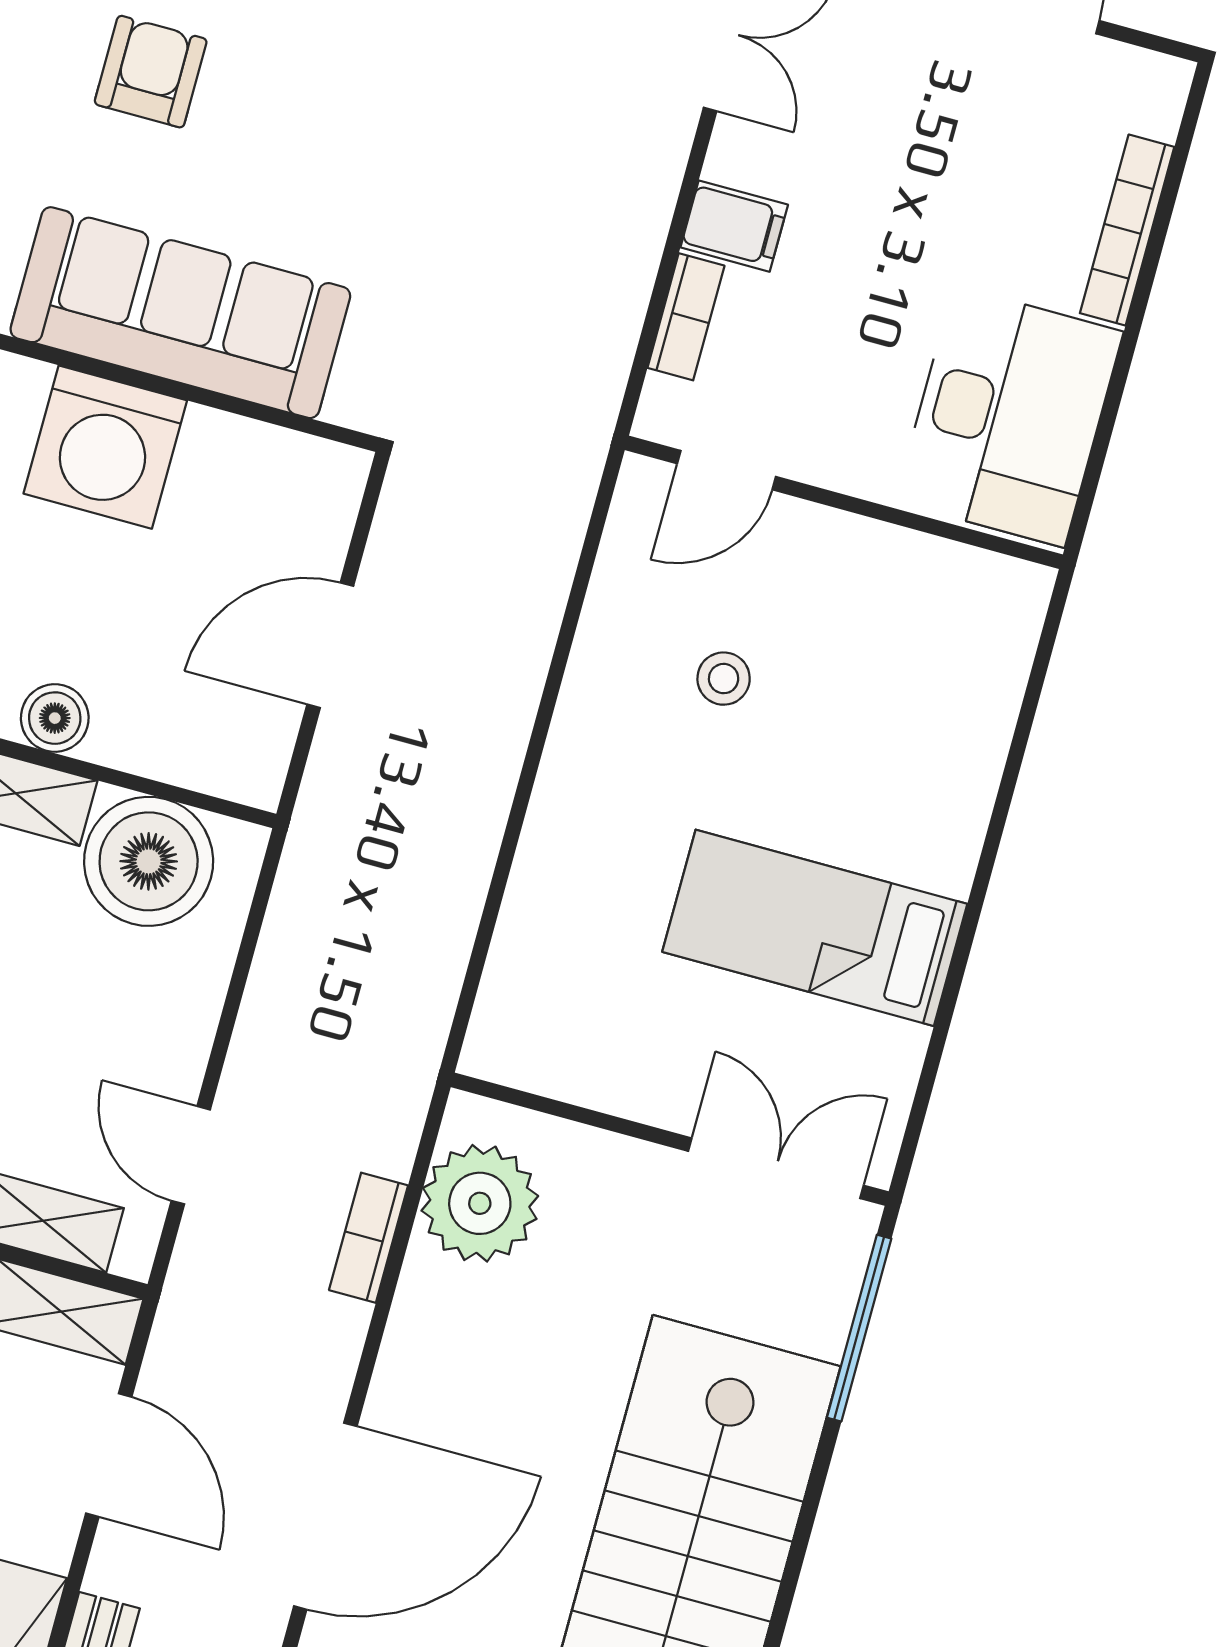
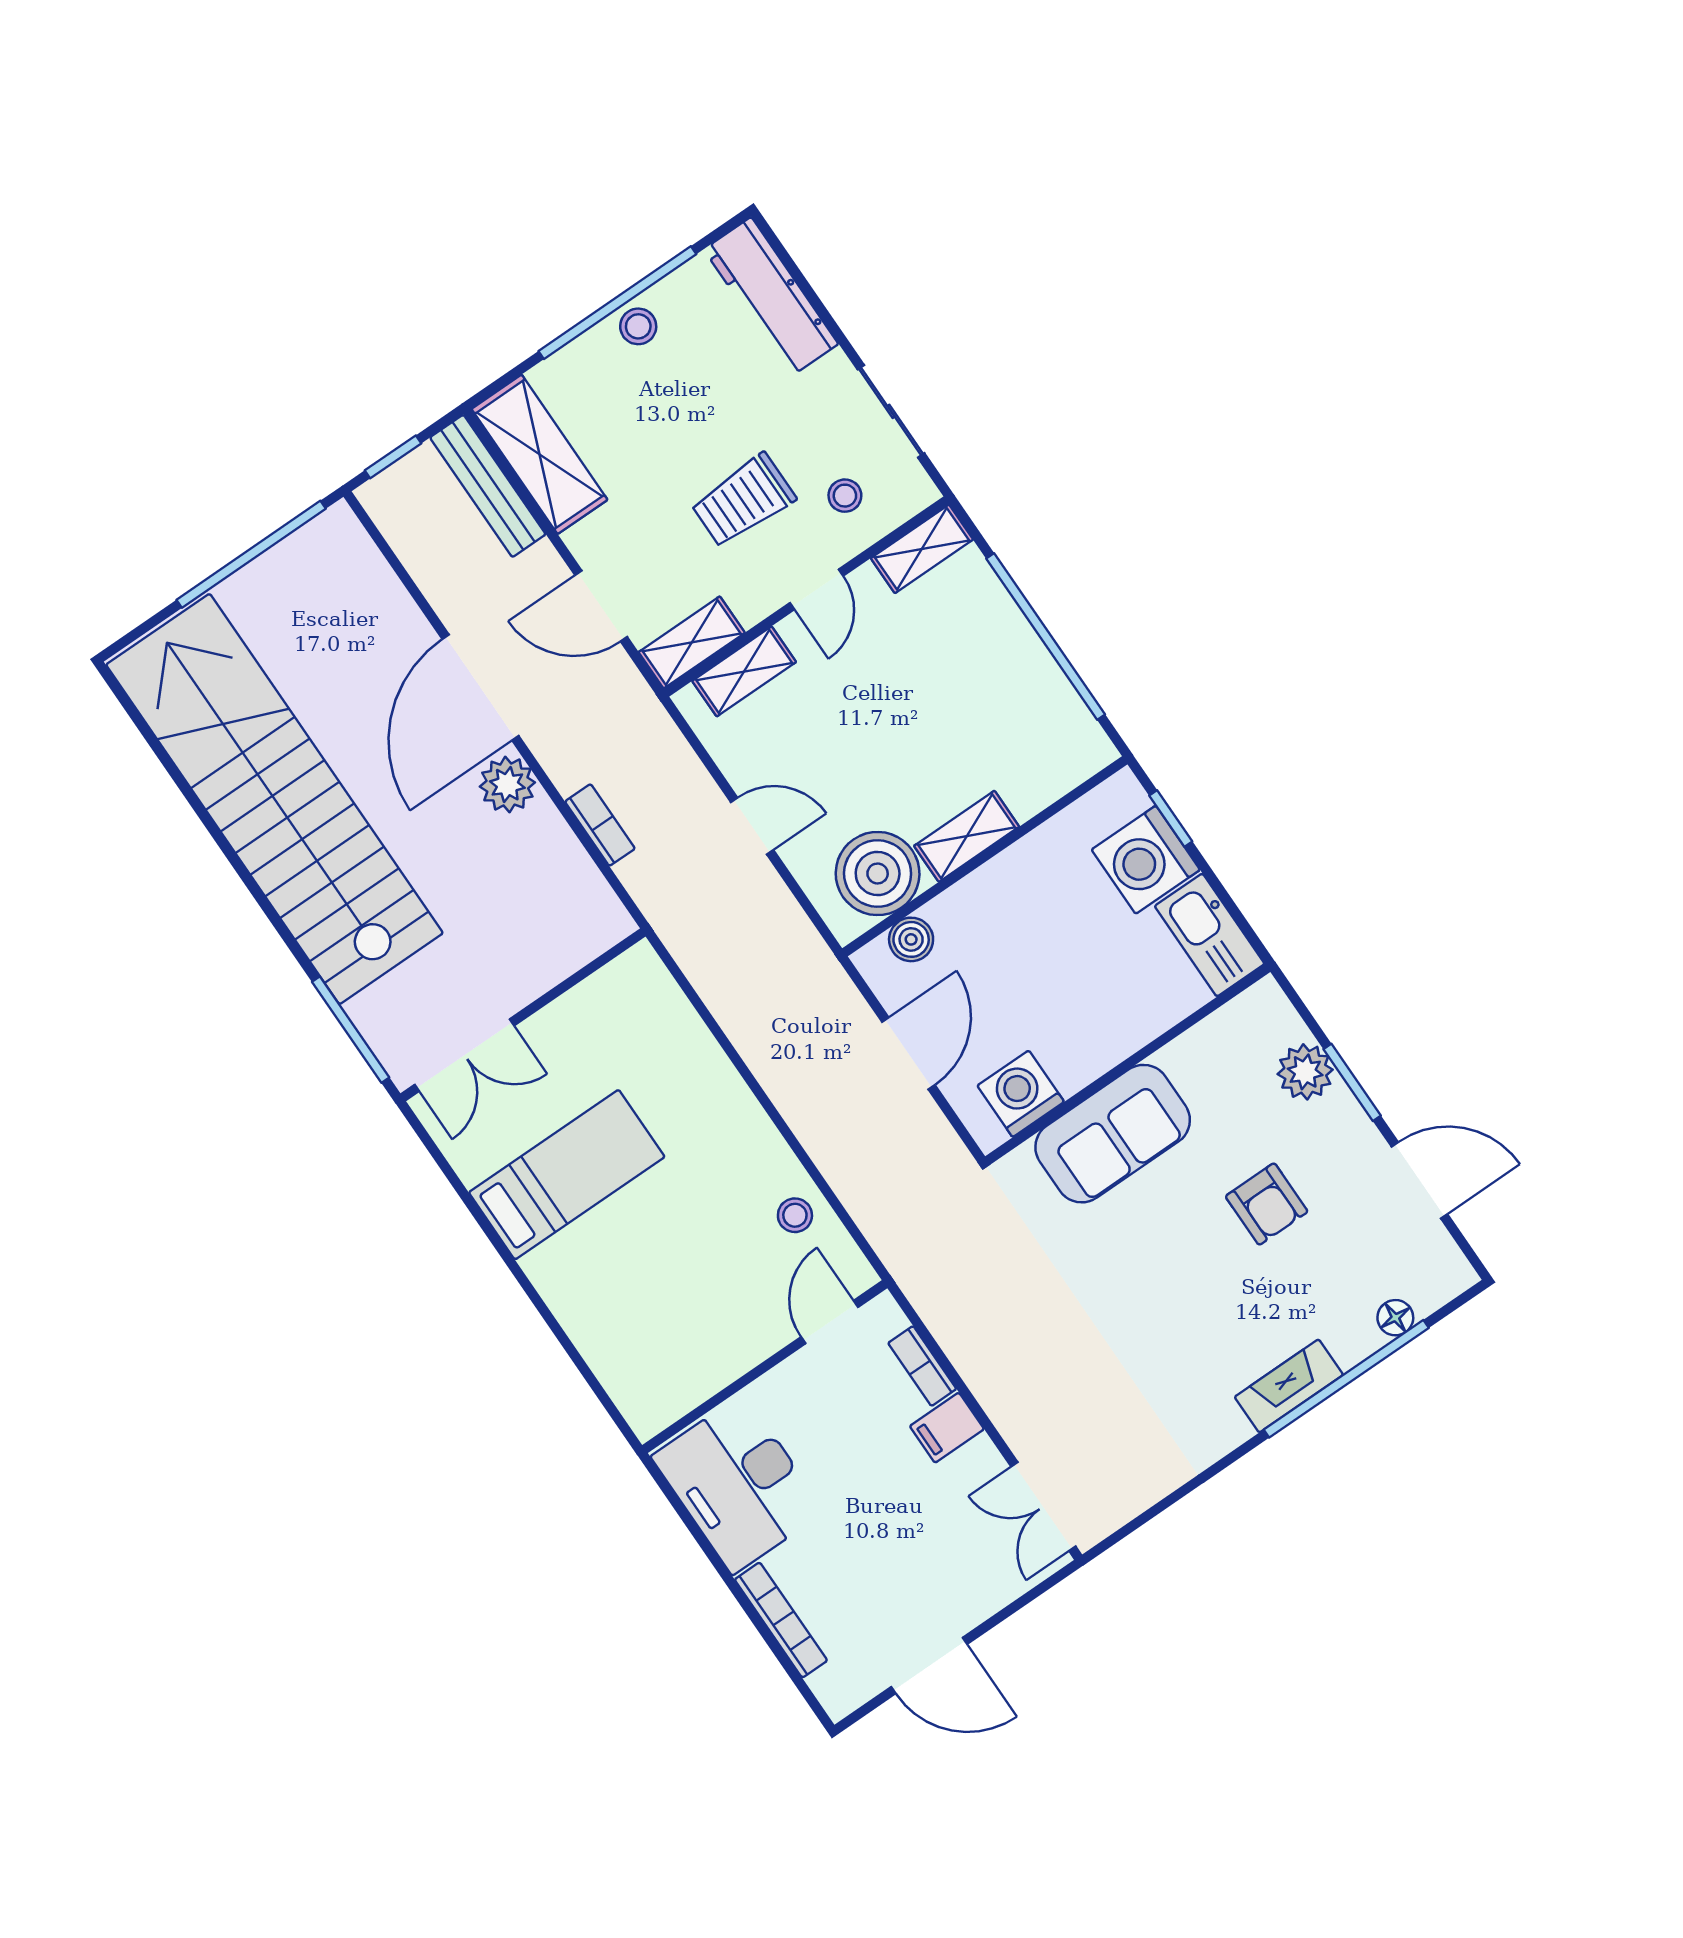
sofa: (180, 313) -> (1113, 1134), width x0.73
washing machine: (105, 447) -> (1021, 1094), moved, width x0.73, depth x0.73
stool: (724, 679) -> (795, 1215), moved
boiler: (55, 718) -> (911, 939), moved
door: (191, 1155) -> (752, 826), moved
plant: (480, 1203) -> (507, 785), moved, width x0.73, depth x0.73

